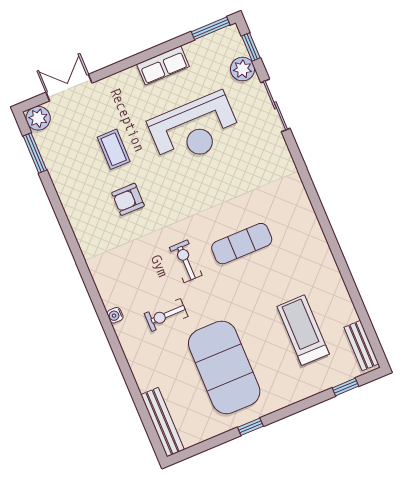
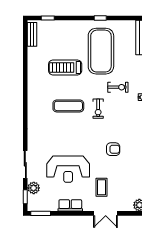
double door: (69, 88) -> (106, 213), moved
reception desk: (194, 129) -> (68, 169), turned 180
coffee table: (114, 149) -> (102, 187), moved
treadmill: (303, 330) -> (65, 67), moved, turned 90

